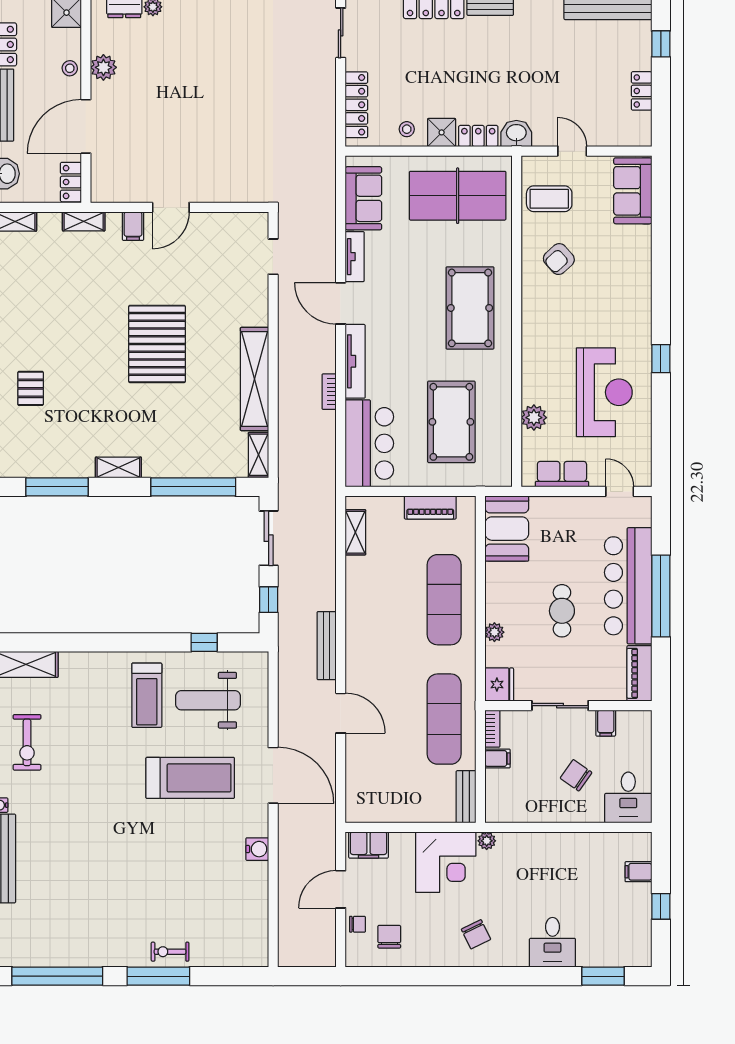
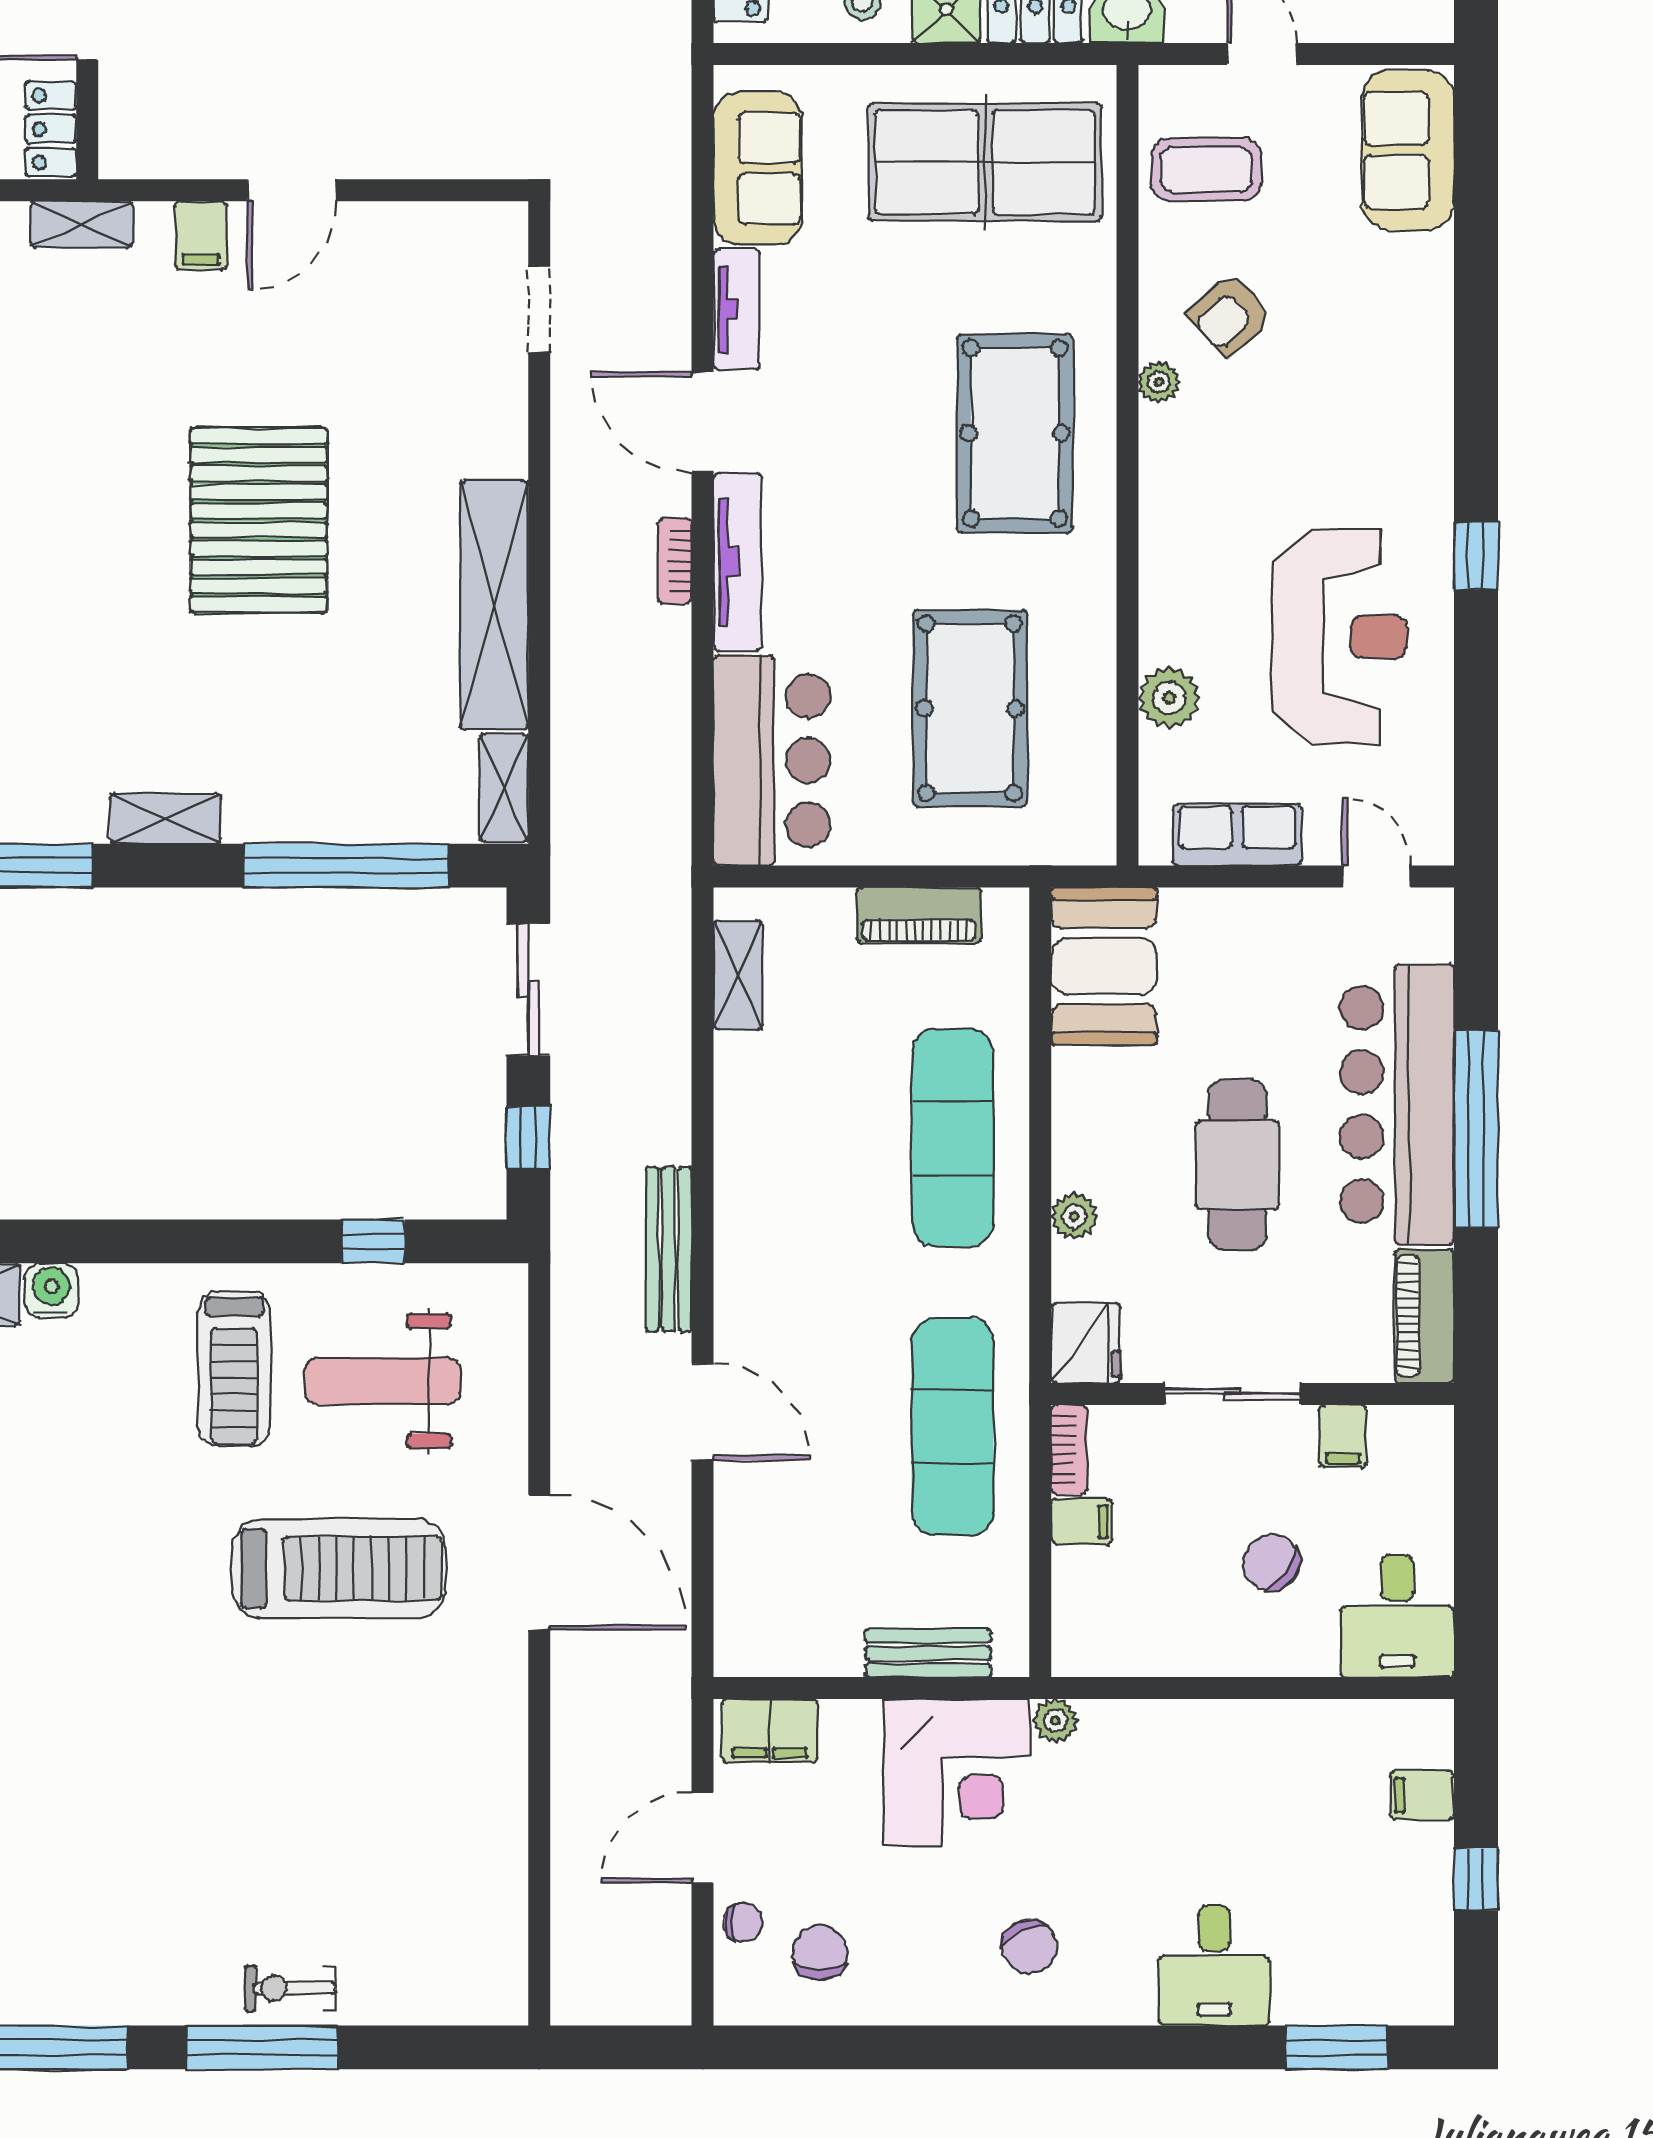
plant: (530, 287) -> (1159, 382), added
bookcase: (329, 392) -> (675, 561), moved
cafe table: (562, 611) -> (1237, 1165), width x1.37, depth x1.35
bench: (466, 797) -> (928, 1653), moved, turned 90
water cooler: (257, 849) -> (51, 1291), moved, turned -90

